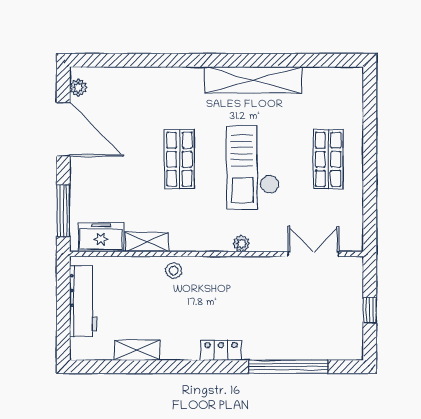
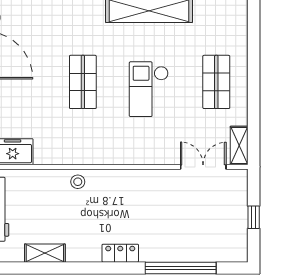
checkout: (253, 167) -> (149, 89), width x0.73, depth x0.83
shelving: (147, 242) -> (239, 145), moved, turned 90
plant: (241, 244) -> (138, 158), removed

